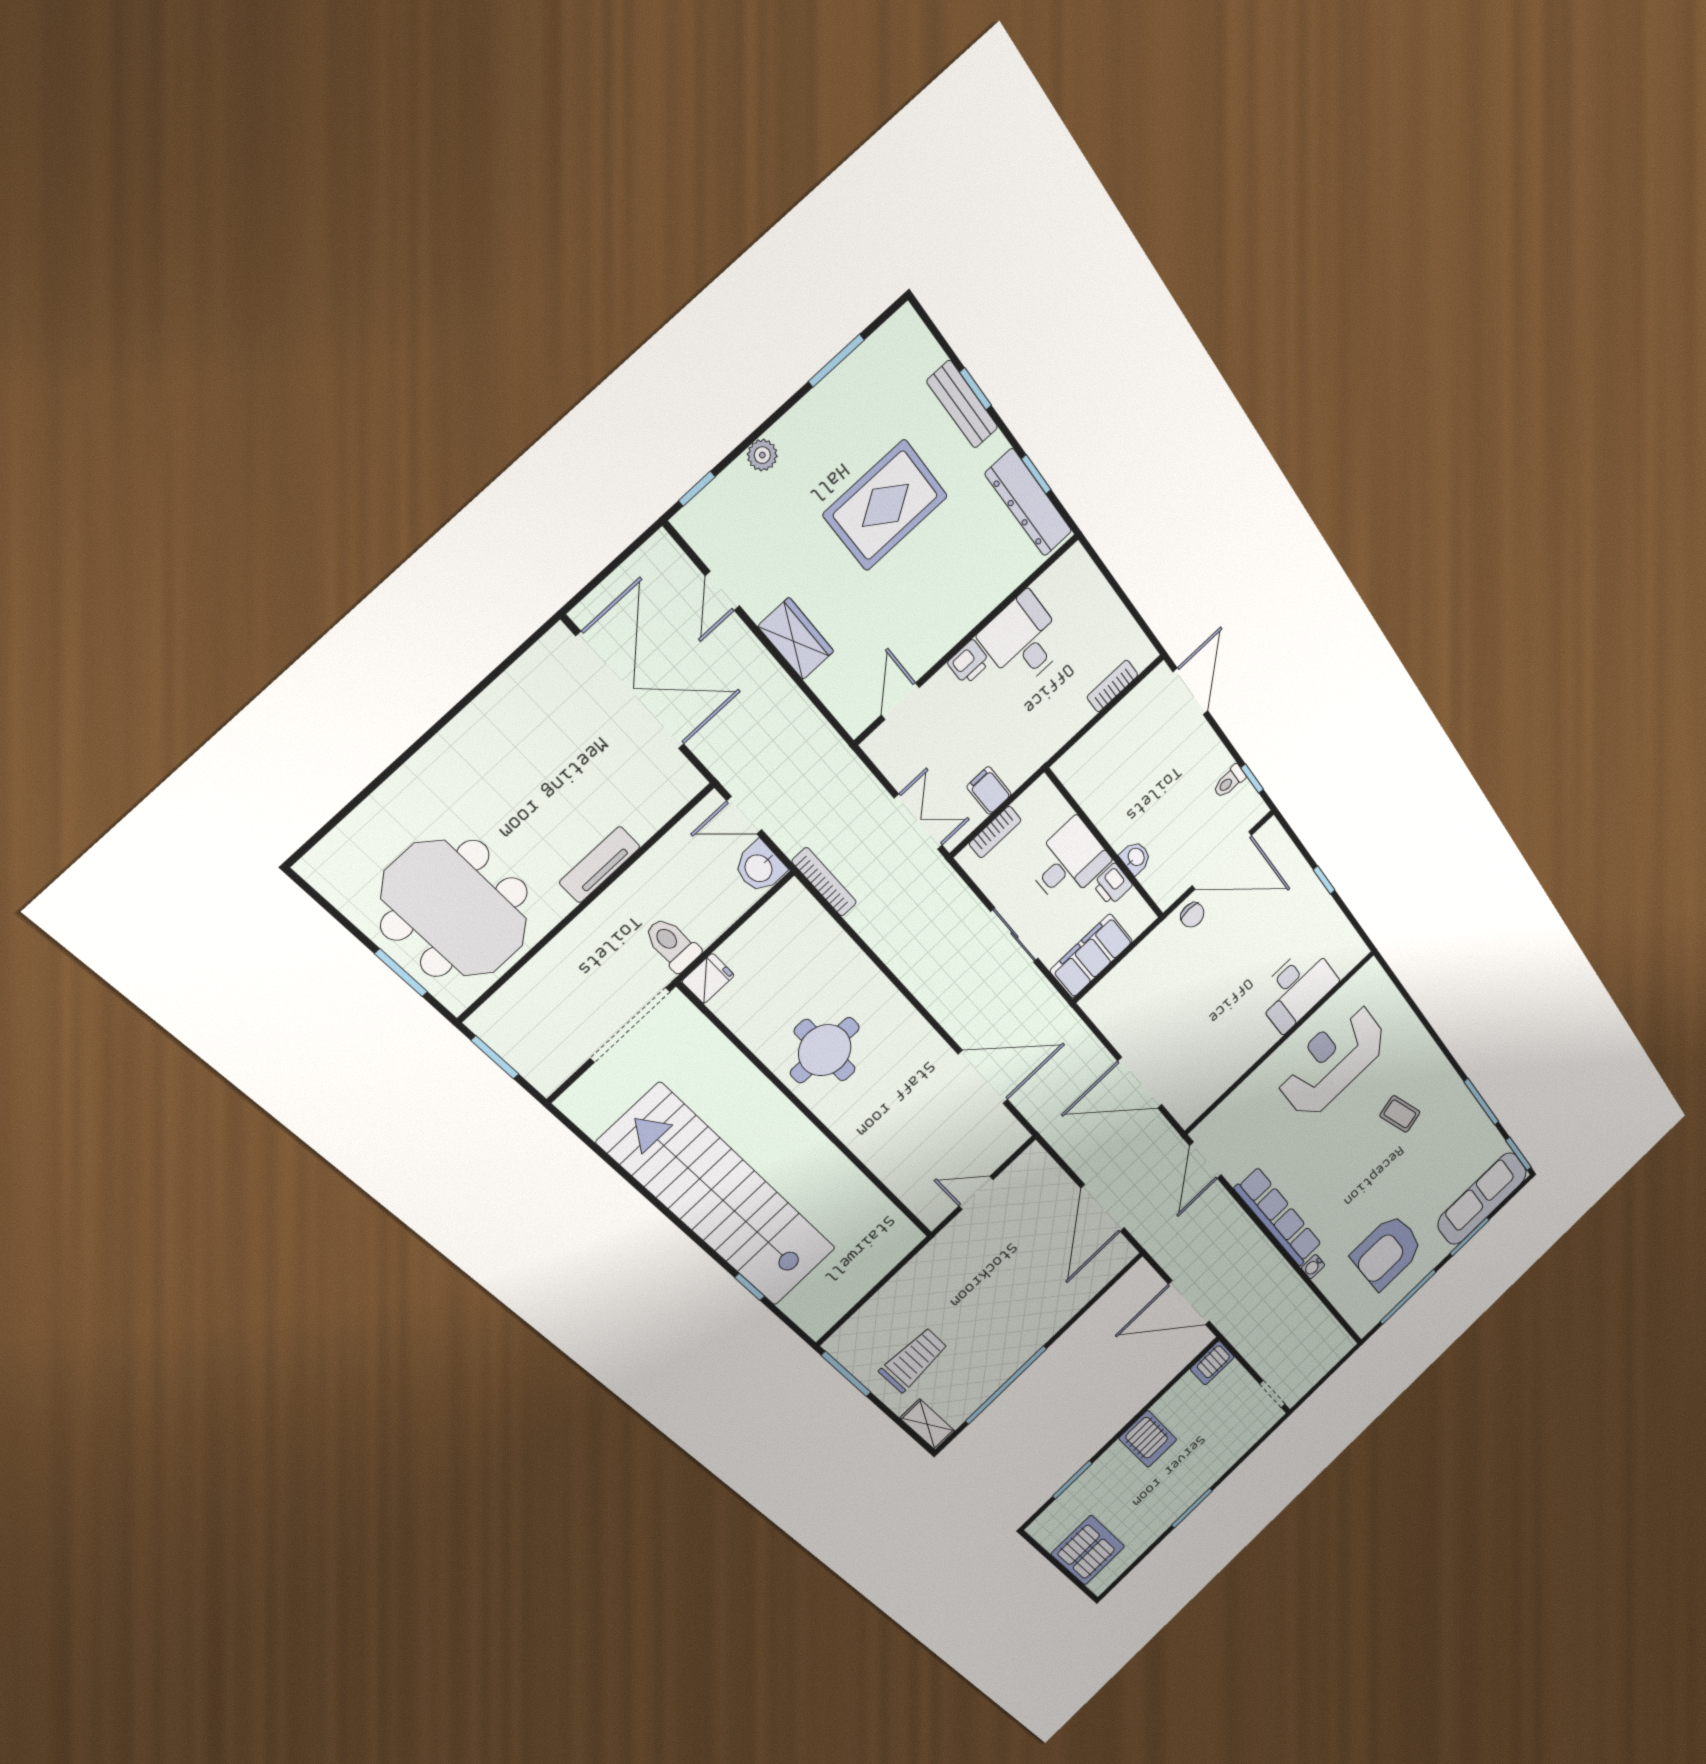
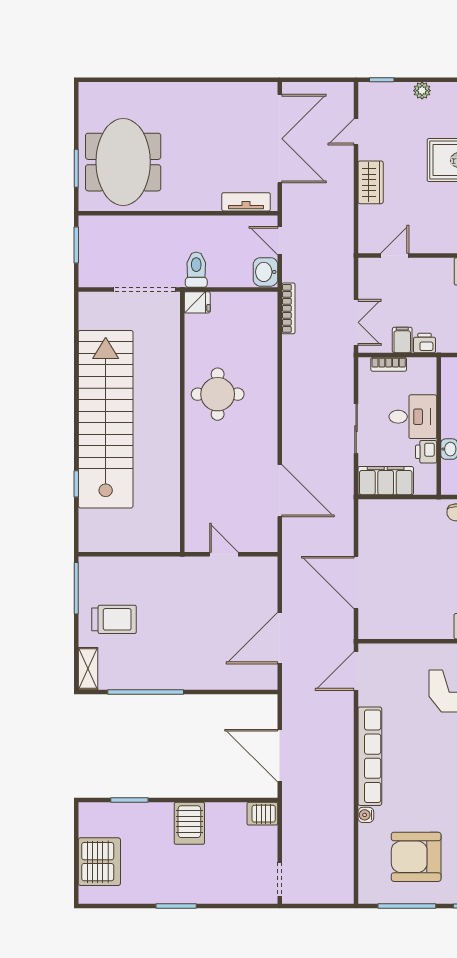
printer: (969, 662) -> (424, 343), moved, turned 180
tv unit: (600, 865) -> (246, 202), moved

